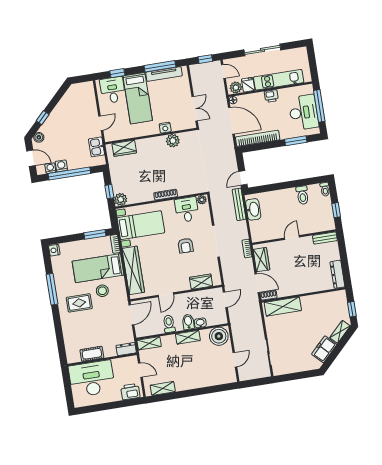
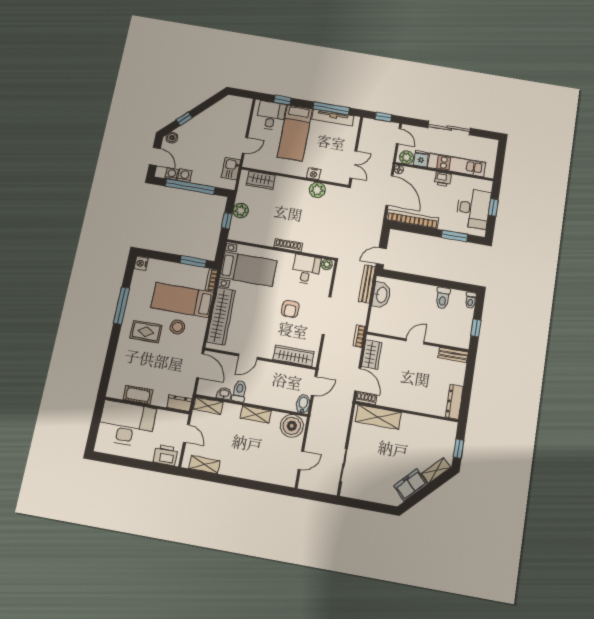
window: (319, 106) -> (493, 207), width x0.46
plant: (121, 199) -> (241, 211), moved
wardrobe: (201, 282) -> (294, 356), width x1.50
door: (131, 315) -> (200, 366), hinge flipped
bidet: (188, 322) -> (303, 404), moved
washbasin: (200, 323) -> (224, 393), moved

